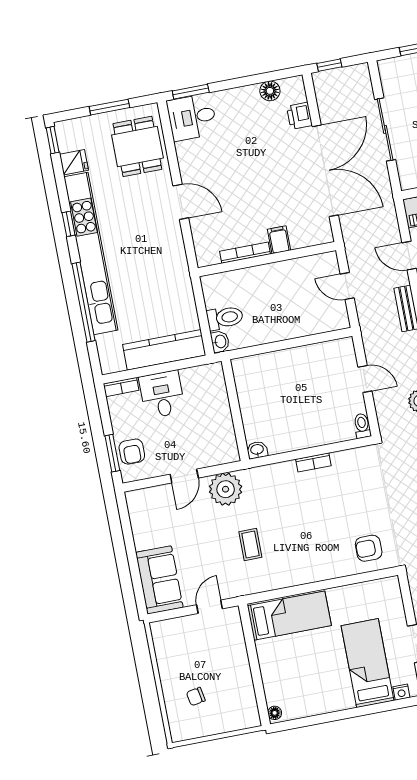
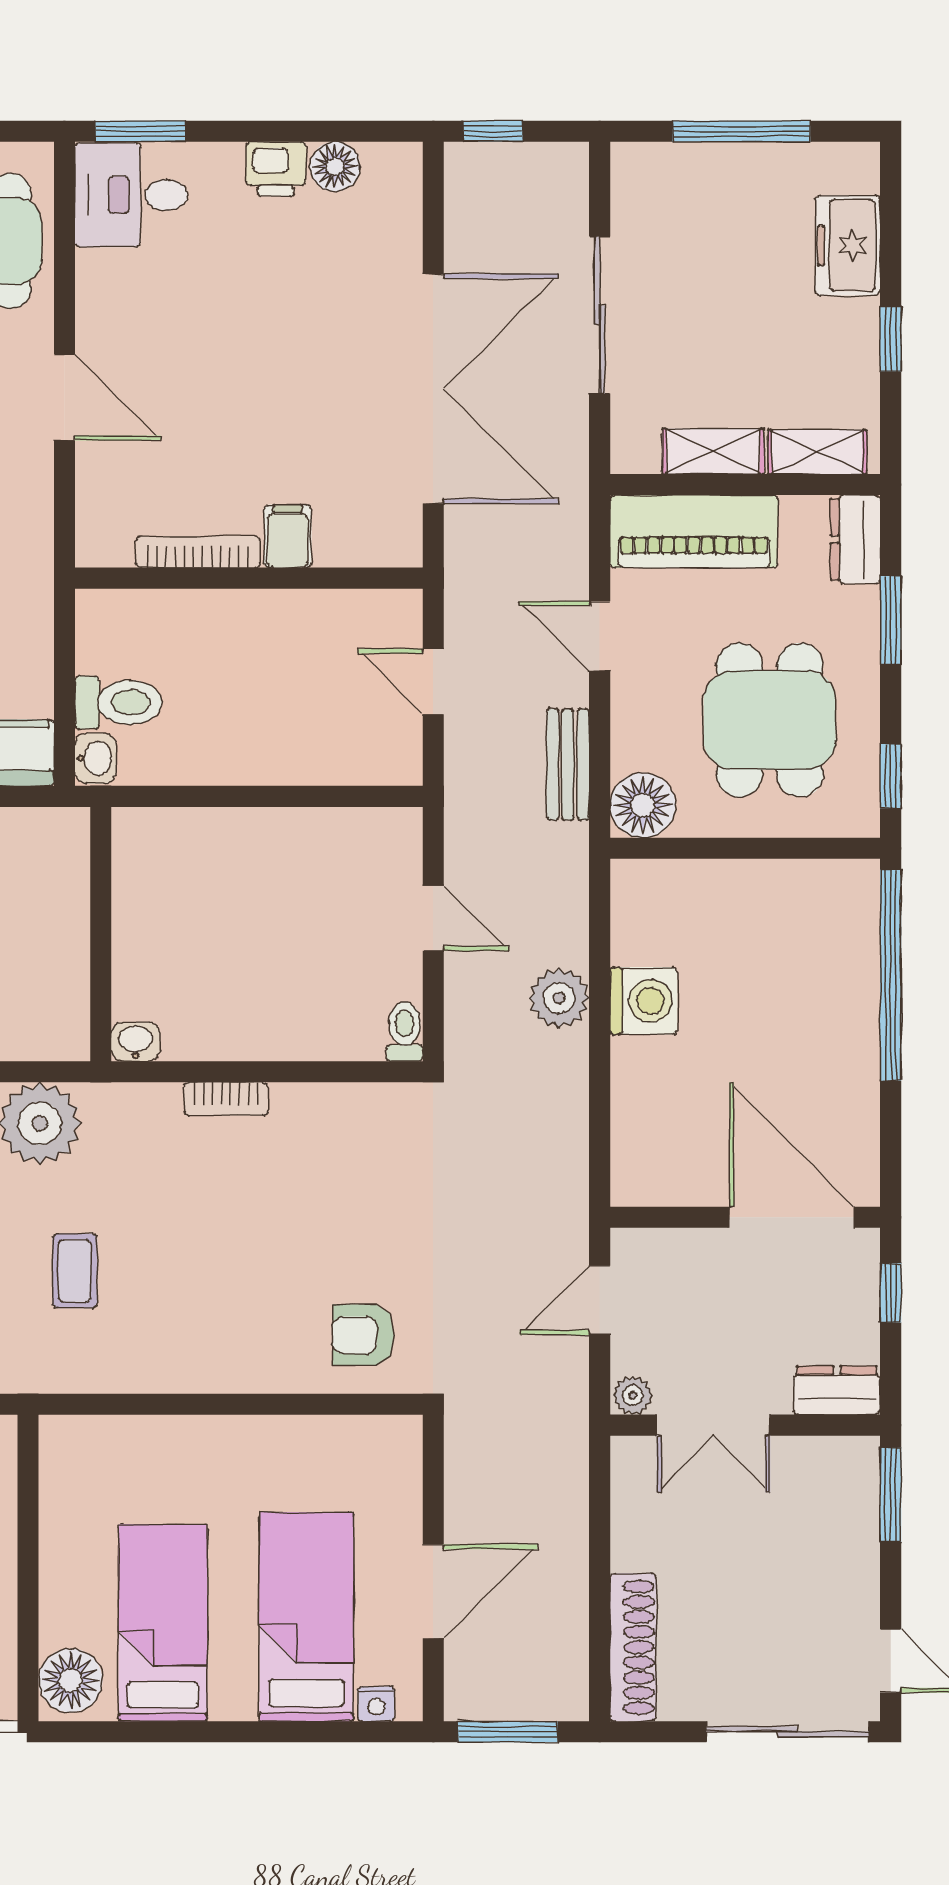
printer: (299, 116) -> (276, 169), moved, turned -90
bookcase: (313, 462) -> (226, 1099), moved
bed: (289, 616) -> (163, 1623), moved, turned -90
floor lamp: (275, 713) -> (70, 1680), width x1.89, depth x1.89

